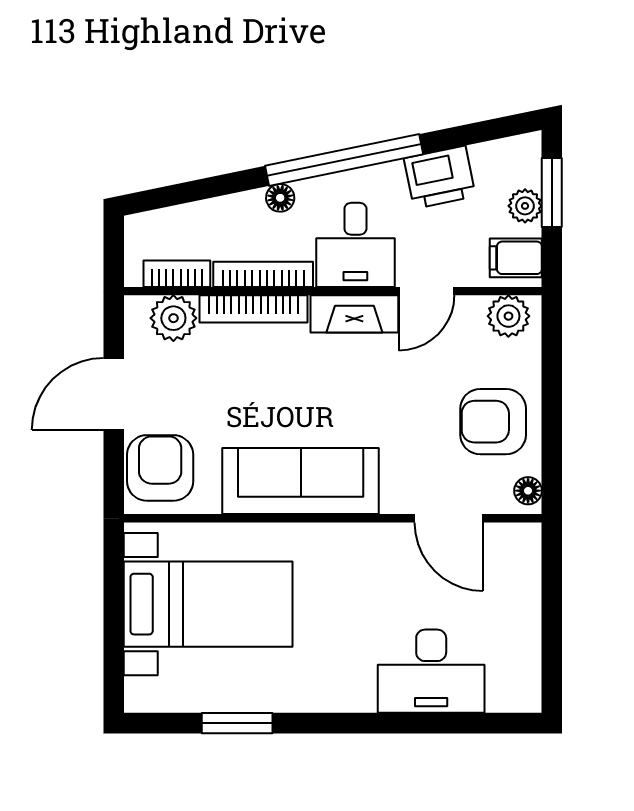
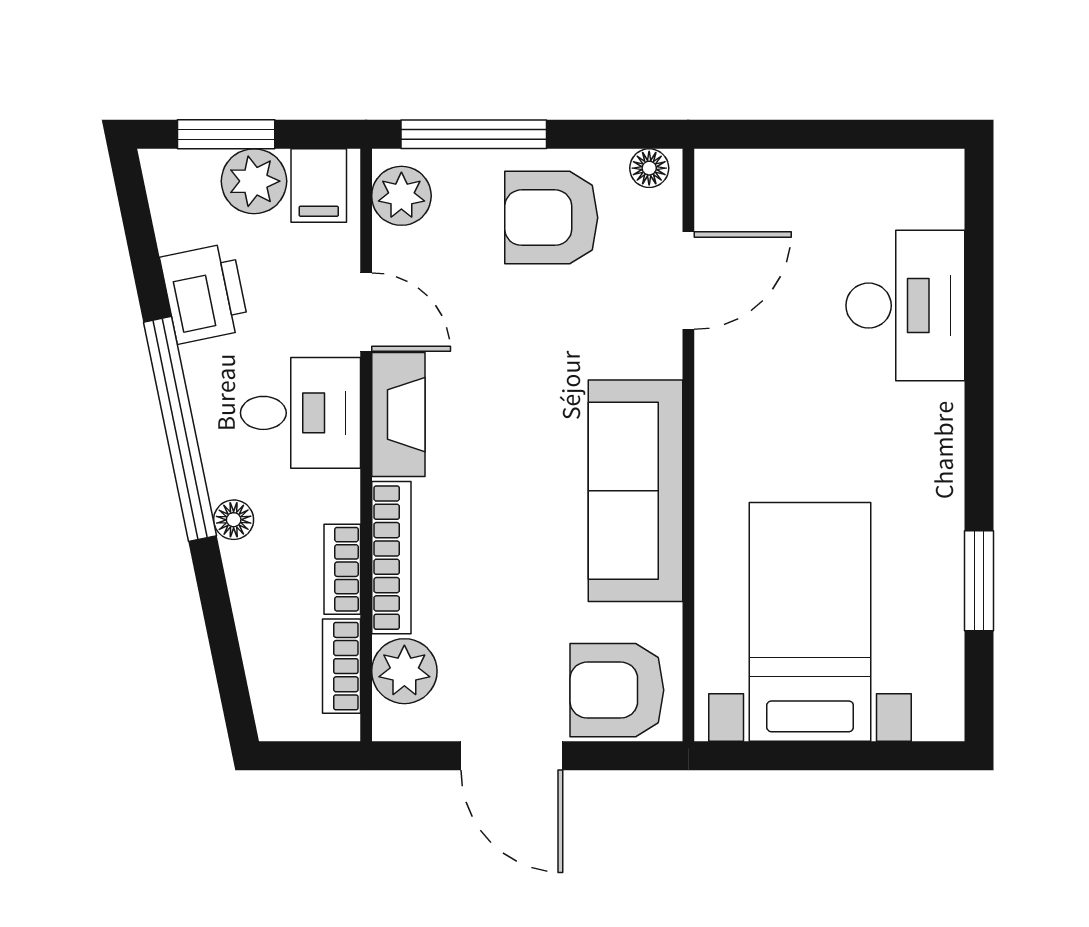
plant: (525, 206) -> (254, 181), width x1.38, depth x1.38
bookcase: (263, 274) -> (342, 569), width x0.64
window: (552, 367) -> (474, 134), added
armchair: (493, 422) -> (551, 218), turned 90

